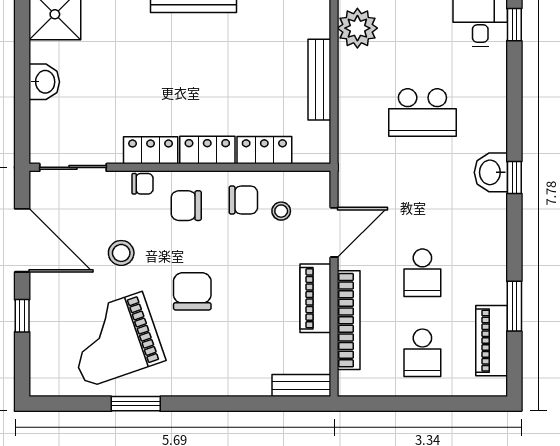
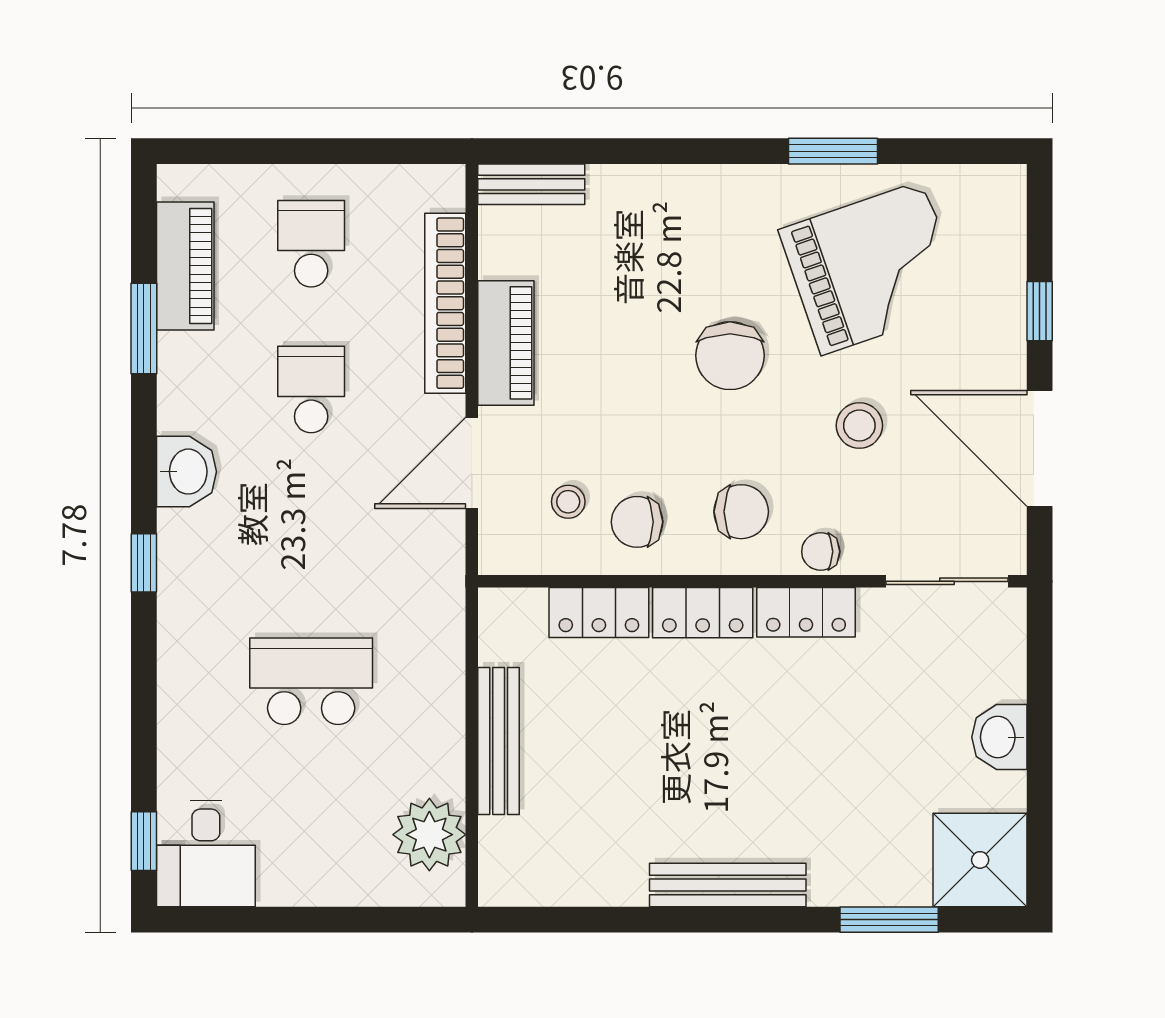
washbasin: (491, 172) -> (186, 472), moved

